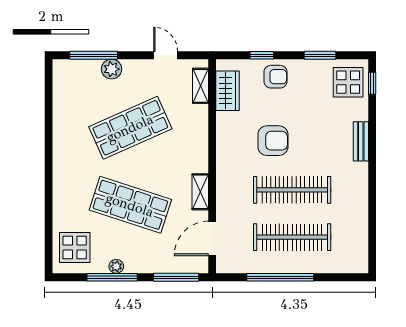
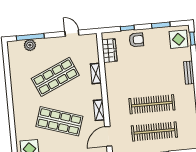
plant: (112, 69) -> (30, 45), moved
shelving: (200, 86) -> (96, 73), moved
armchair: (273, 141) -> (138, 77), removed

